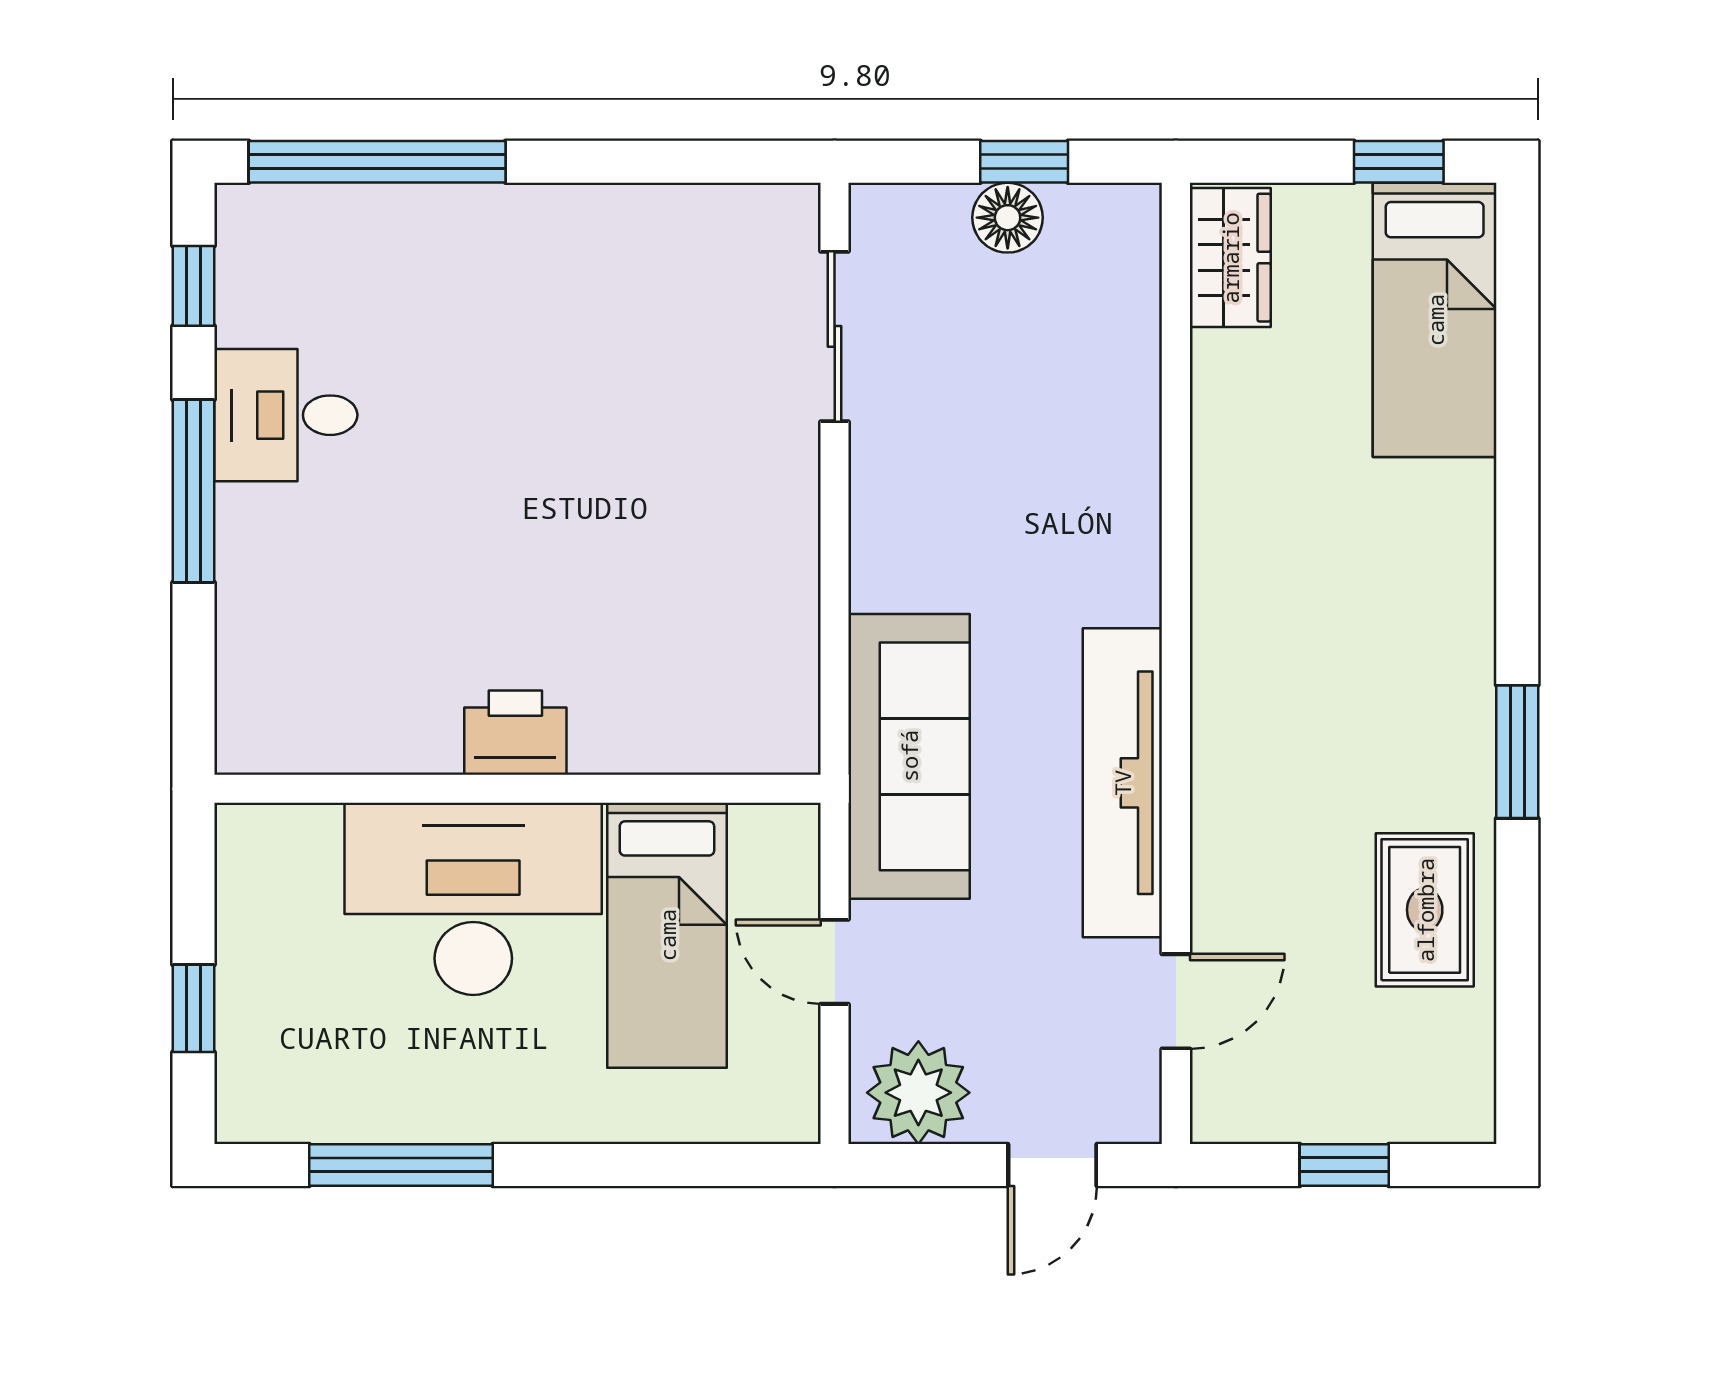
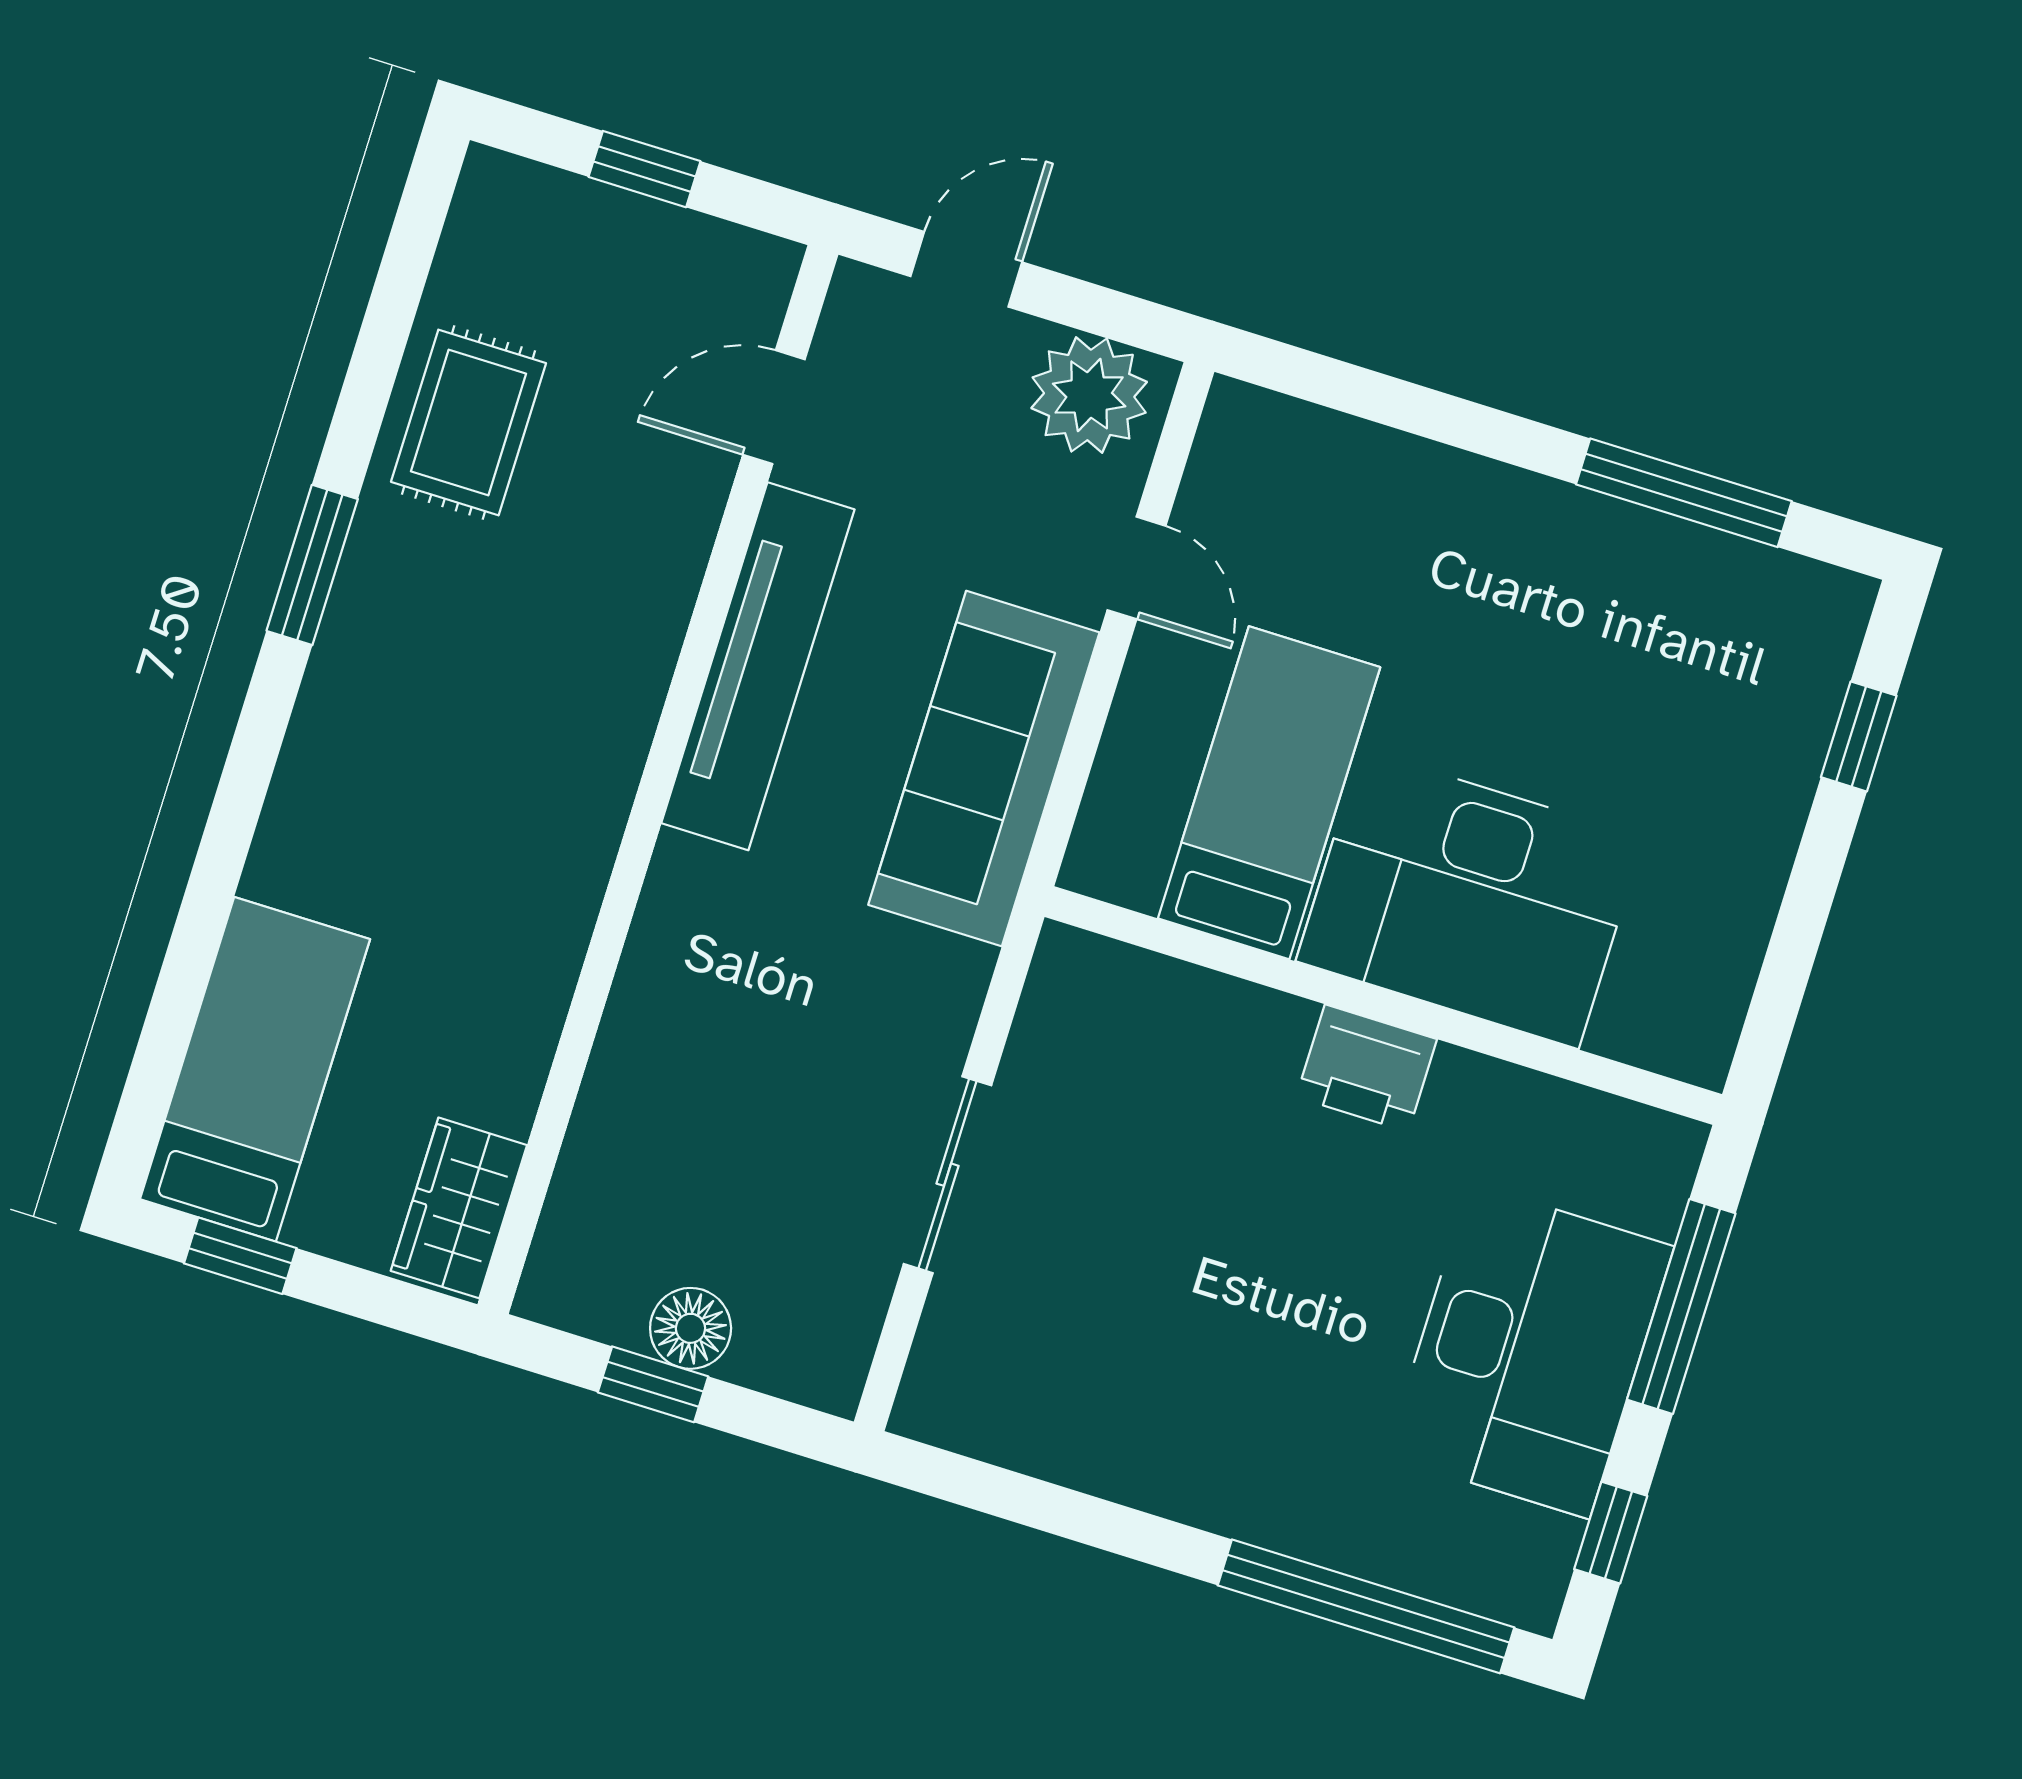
sliding door: (835, 336) -> (948, 1175), moved
desk: (286, 415) -> (1530, 1351), width x1.87, depth x1.30
printer: (515, 733) -> (1367, 1068), moved
wall: (518, 789) -> (1383, 1005), moved
desk: (473, 899) -> (1470, 899), moved
bed: (667, 935) -> (1269, 793), moved

